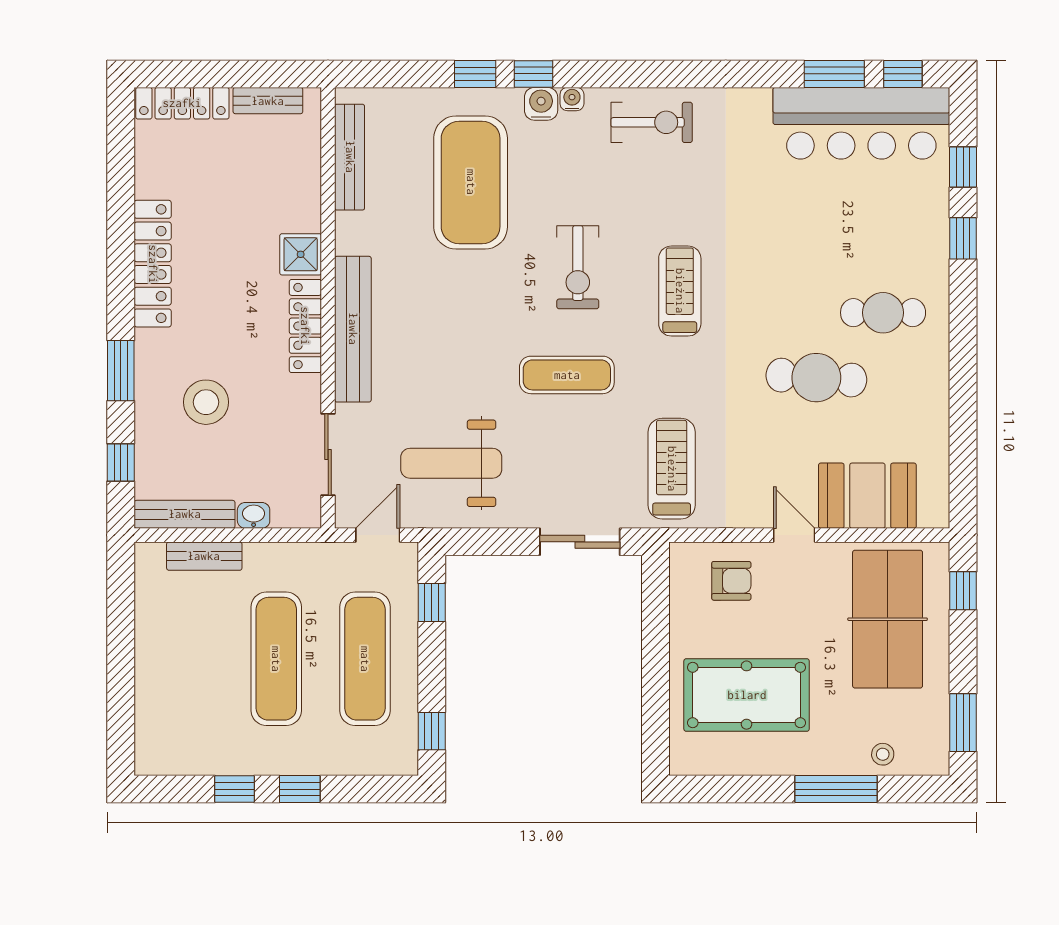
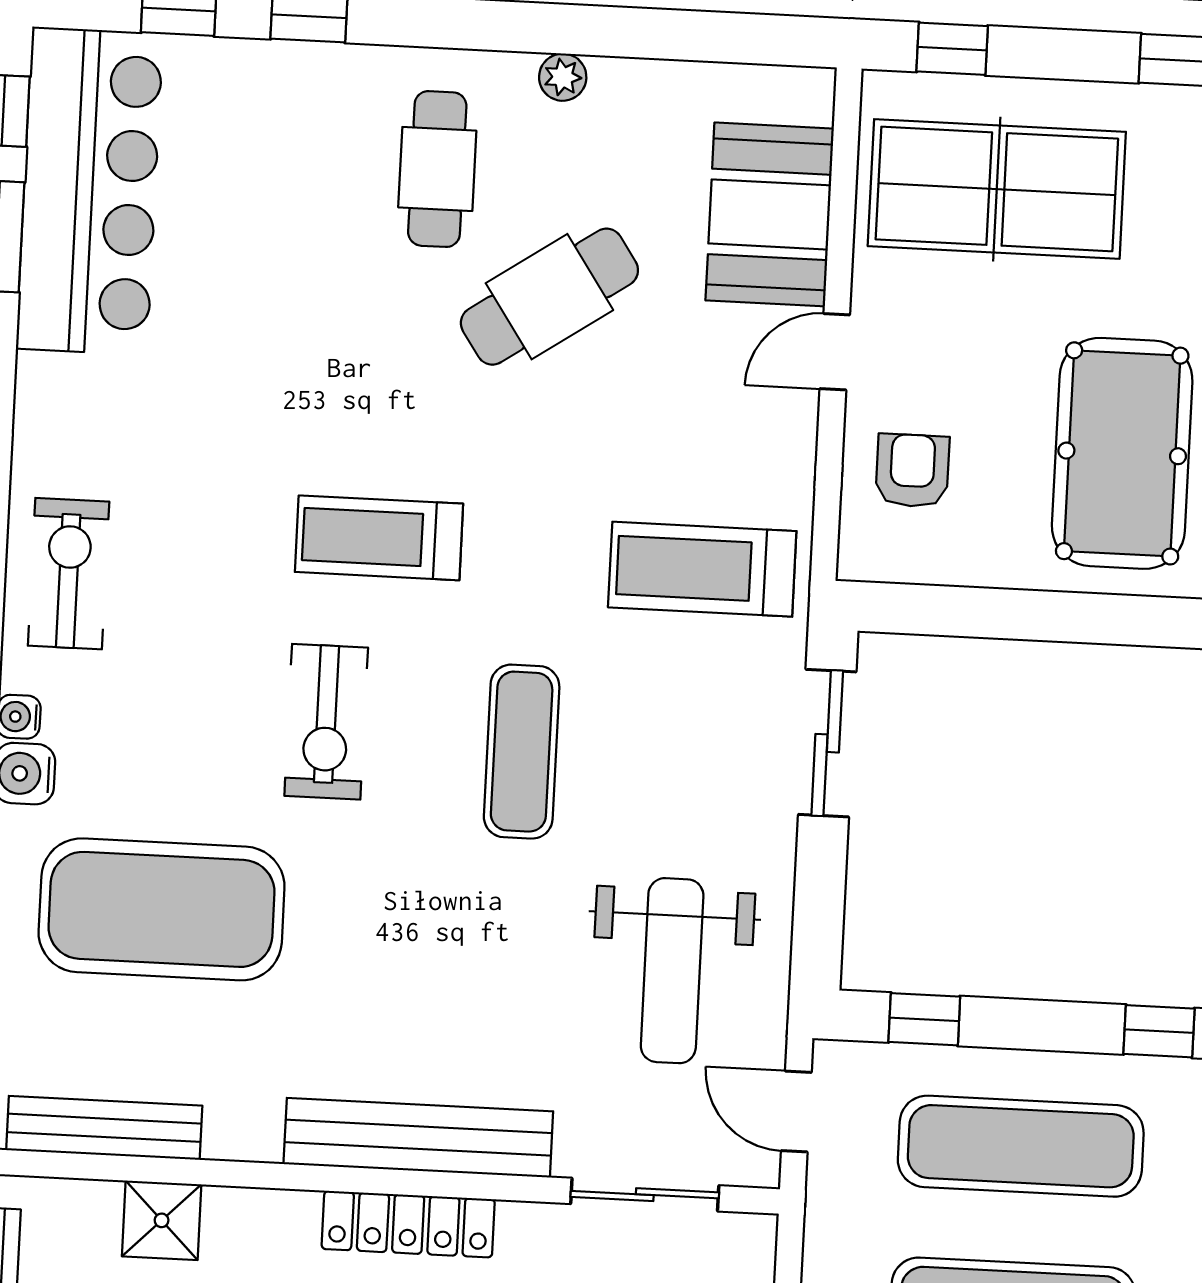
shower: (301, 254) -> (162, 1220), moved
exercise bike: (578, 267) -> (326, 722), turned 90
cafe table: (816, 378) -> (549, 297), turned 52
plant: (937, 379) -> (563, 77), added

